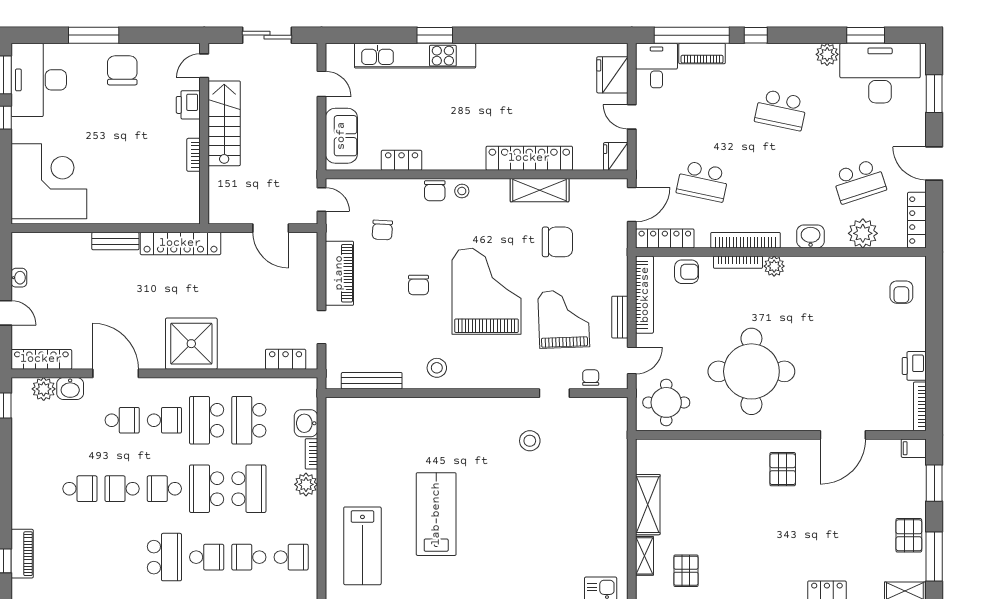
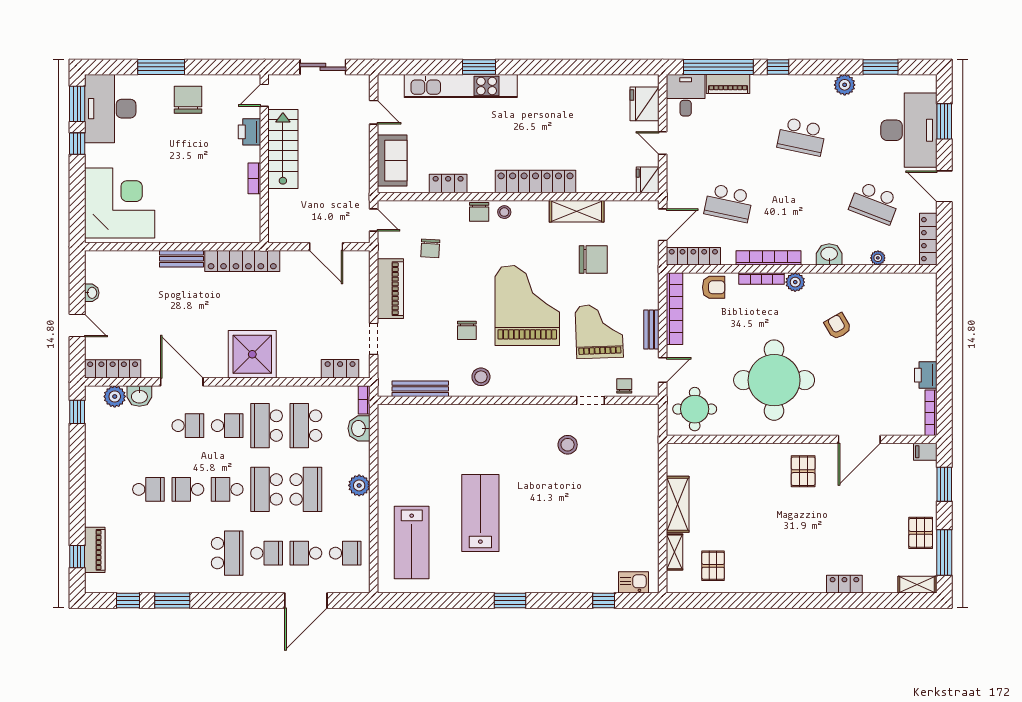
desk: (880, 73) -> (909, 130), moved, turned 90
locker: (529, 158) -> (536, 182), moved
school desk: (859, 181) -> (874, 203), turned 39
plant: (863, 233) -> (878, 258), width x0.53, depth x0.53
chair: (418, 285) -> (467, 330), moved
armchair: (901, 292) -> (838, 326), moved, turned 150
bookcase: (311, 454) -> (364, 400), moved

